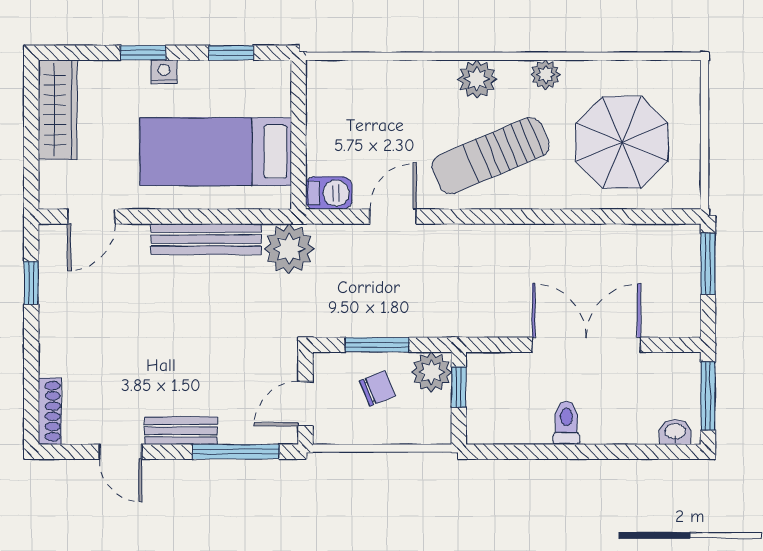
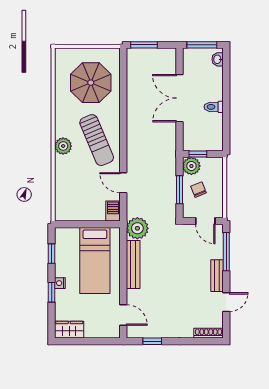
plant: (545, 75) -> (61, 116), removed
wardrobe: (58, 110) -> (69, 330), width x0.67

